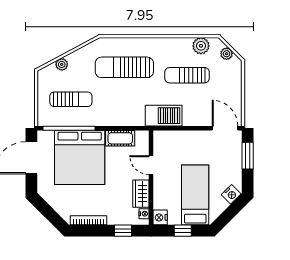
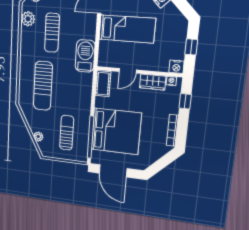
cot: (120, 138) -> (103, 84), moved
bed: (195, 195) -> (127, 29), moved, turned 180

